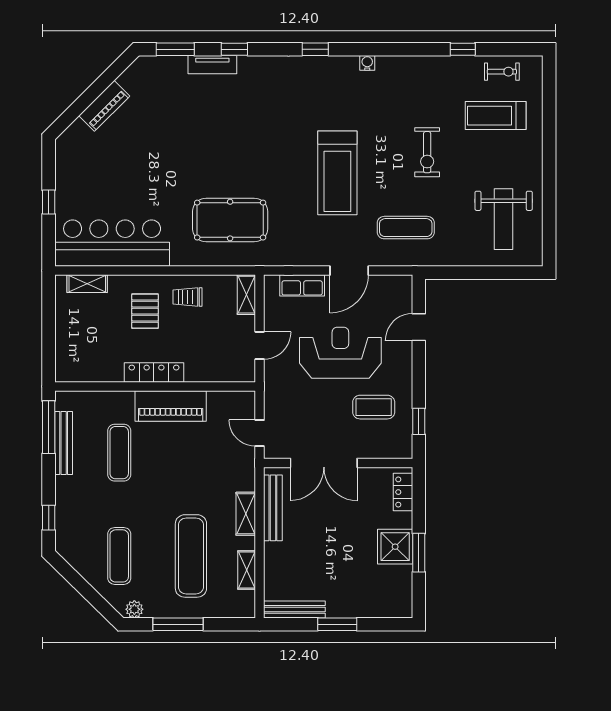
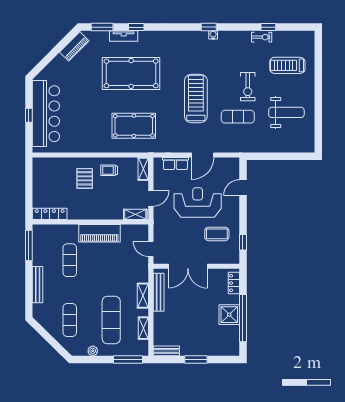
window: (315, 49) -> (209, 27), moved
exercise bike: (502, 72) -> (262, 37), moved
piano: (104, 106) -> (74, 46), moved
pool table: (225, 130) -> (131, 73), added
treadmill: (337, 173) -> (196, 99), turned 180
weight bench: (504, 219) -> (286, 112), moved, turned -90
exercise mat: (406, 228) -> (238, 117), moved
bar counter: (112, 243) -> (46, 114), moved, turned 90
shelving: (87, 284) -> (135, 214), moved
locker: (154, 372) -> (50, 214), moved
bench: (64, 443) -> (38, 285), moved
window: (49, 518) -> (29, 298), removed
window: (419, 553) -> (243, 318), width x2.11
plant: (134, 609) -> (93, 351), moved
bench: (294, 609) -> (166, 351), width x0.73
window: (178, 624) -> (128, 359), moved

